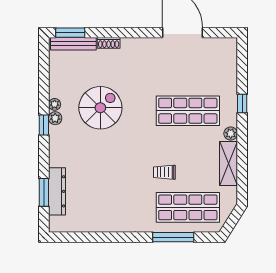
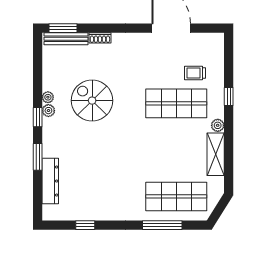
spiral stairs: (100, 108) -> (92, 101), turned -90
trolley: (164, 172) -> (195, 73), moved
window: (44, 192) -> (38, 157), moved
window: (93, 237) -> (85, 225), added

